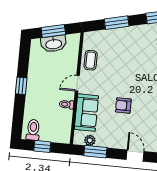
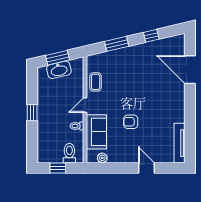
toilet: (33, 130) -> (69, 153), moved
window: (95, 152) -> (108, 168), removed

